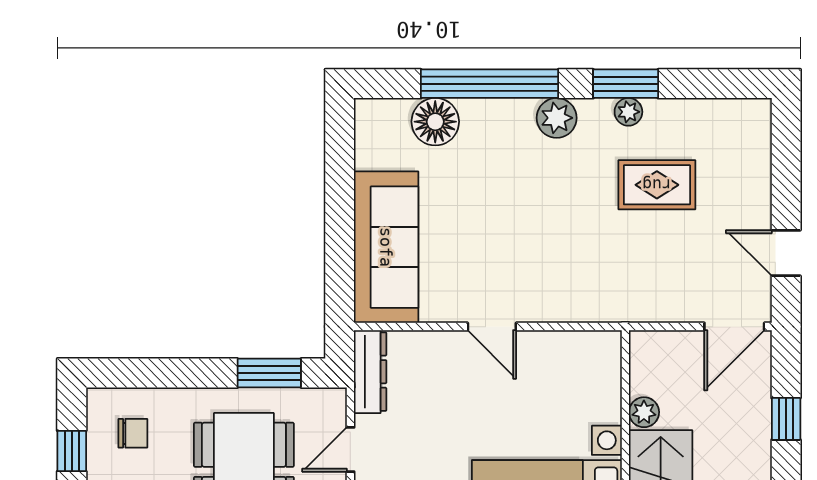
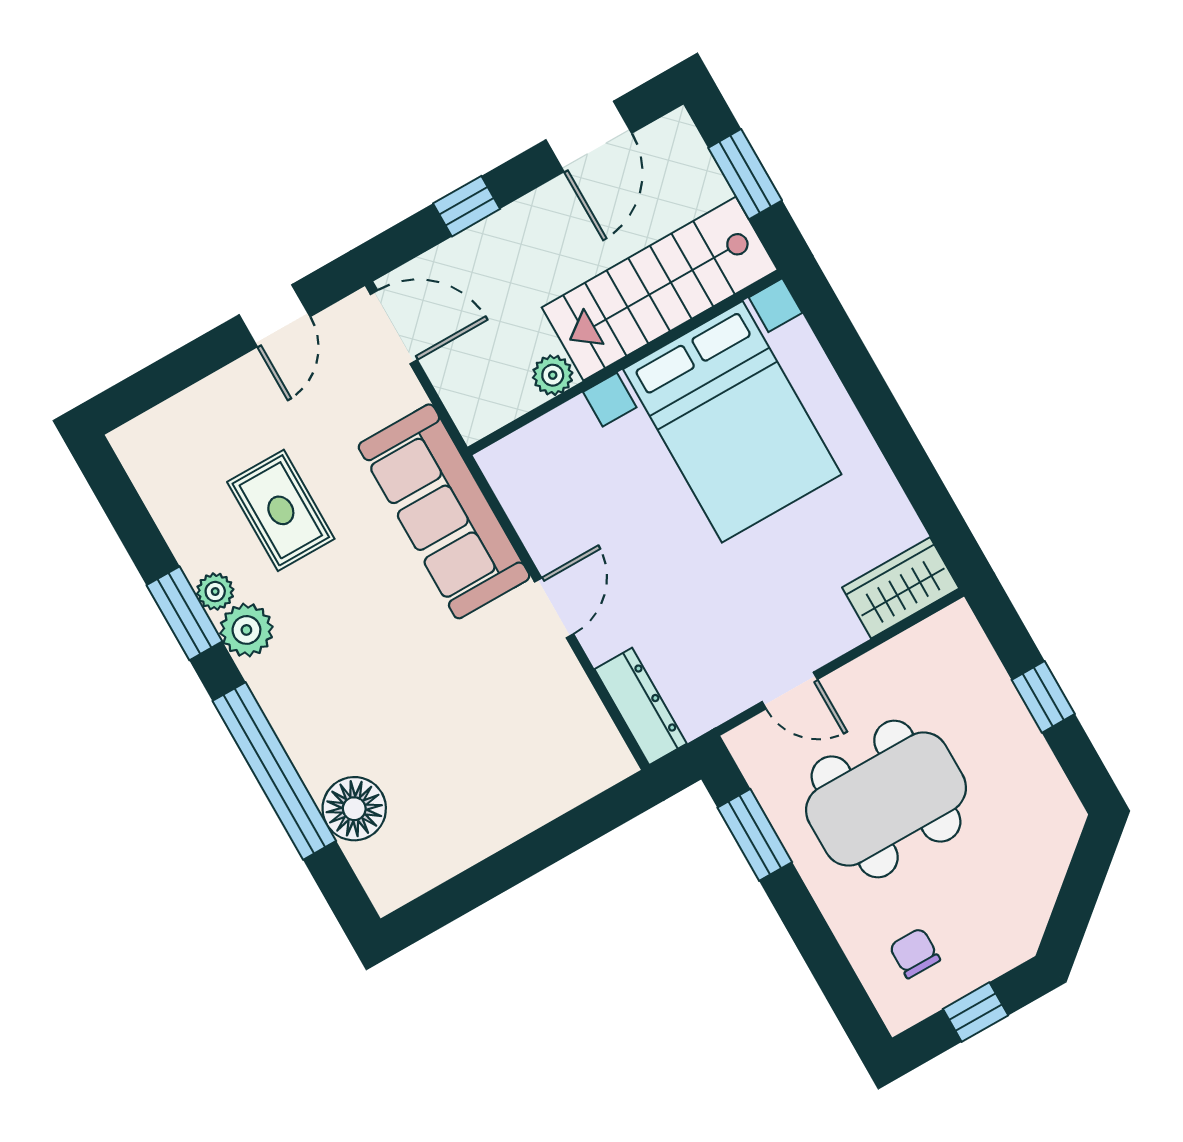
plant: (557, 118) -> (246, 630), moved
sofa: (386, 247) -> (444, 511), moved, turned -90
dresser: (370, 372) -> (641, 706), moved, turned 90

